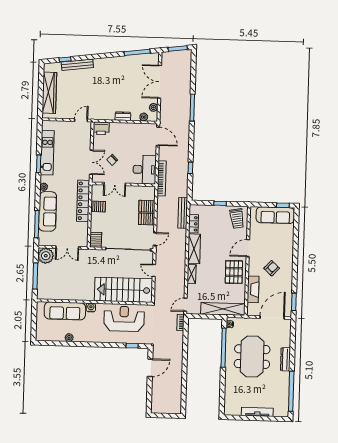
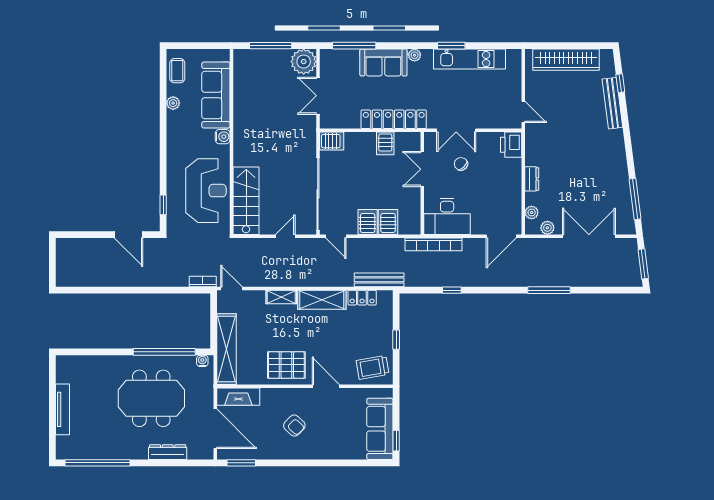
sofa: (48, 211) -> (383, 62), width x0.73
fireplace: (253, 289) -> (238, 397), moved
stairs: (124, 290) -> (246, 201), width x0.73, depth x0.66
coffee table: (49, 334) -> (177, 71), added
dresser: (285, 359) -> (168, 452), moved

